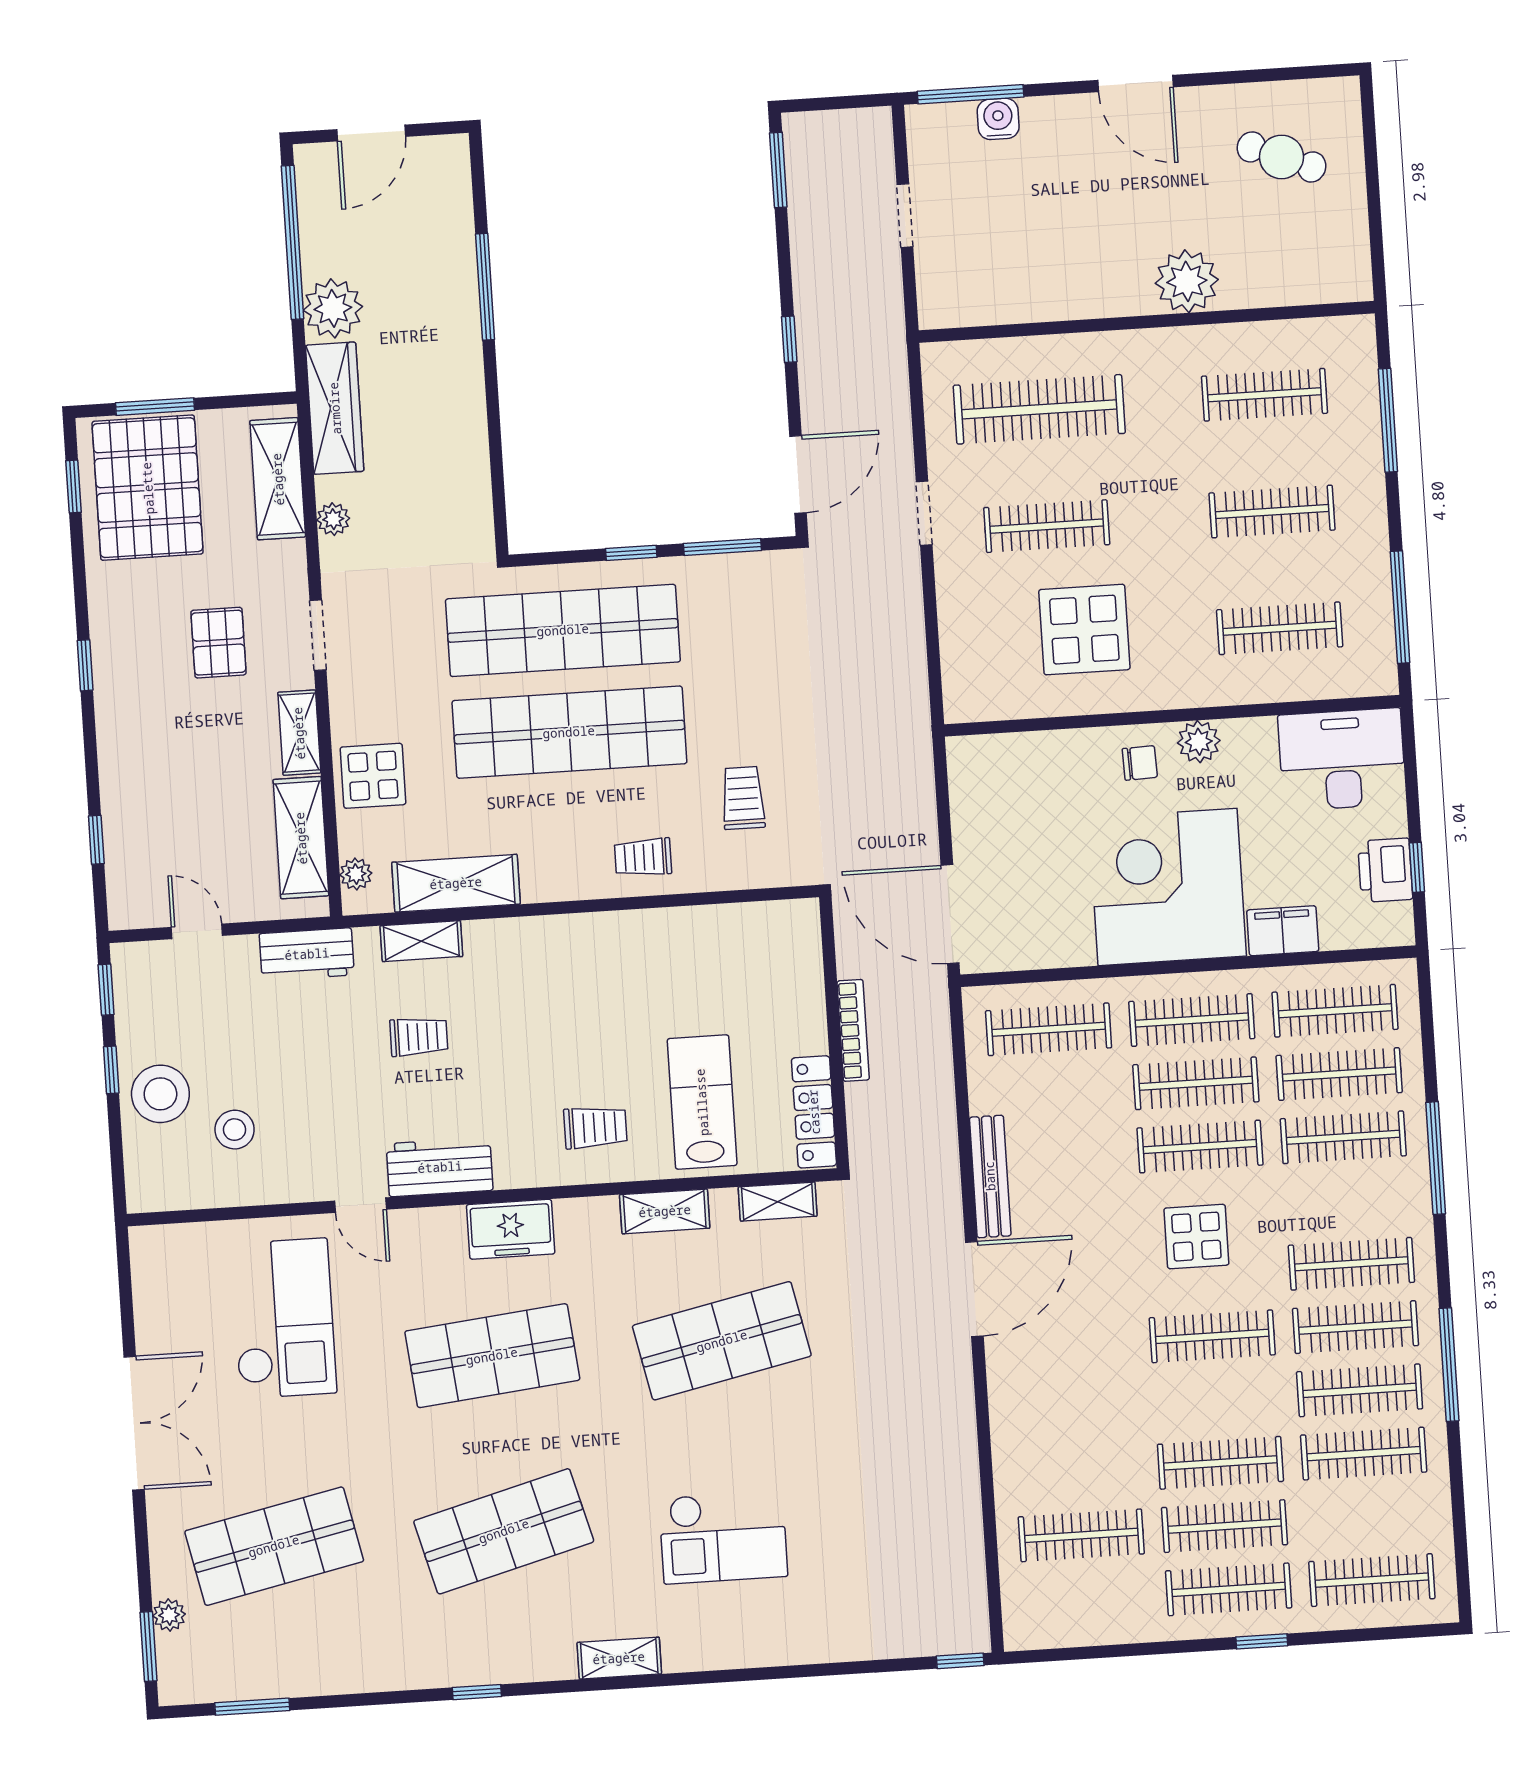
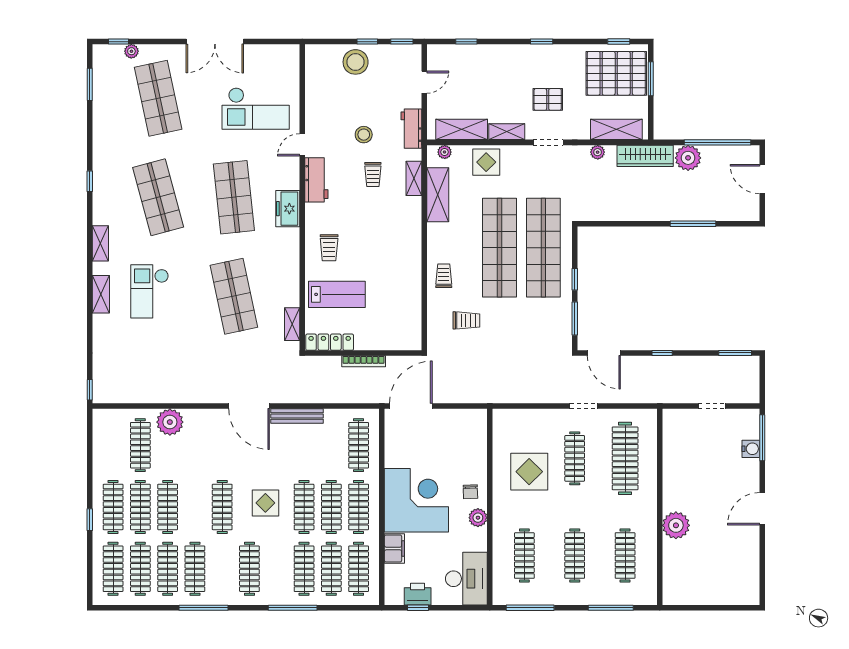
cafe table: (1282, 157) -> (727, 569), removed
stool: (235, 1130) -> (364, 135), moved
shelving: (665, 1211) -> (101, 294), moved
clothes rail: (1355, 1327) -> (140, 569), moved
plant: (1023, 1470) -> (170, 422), added
window: (149, 1646) -> (119, 42), width x0.67

